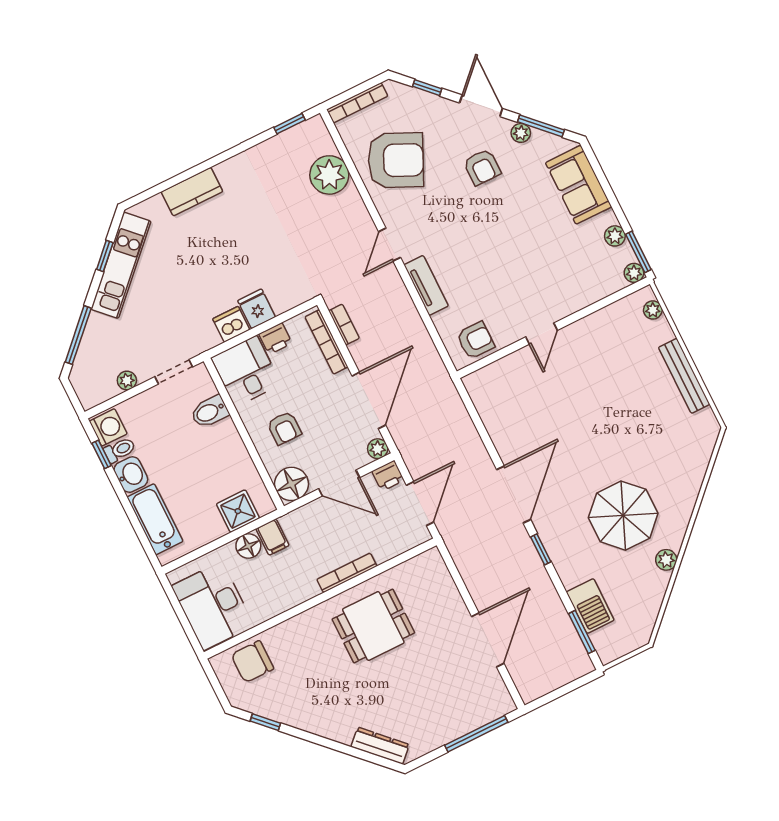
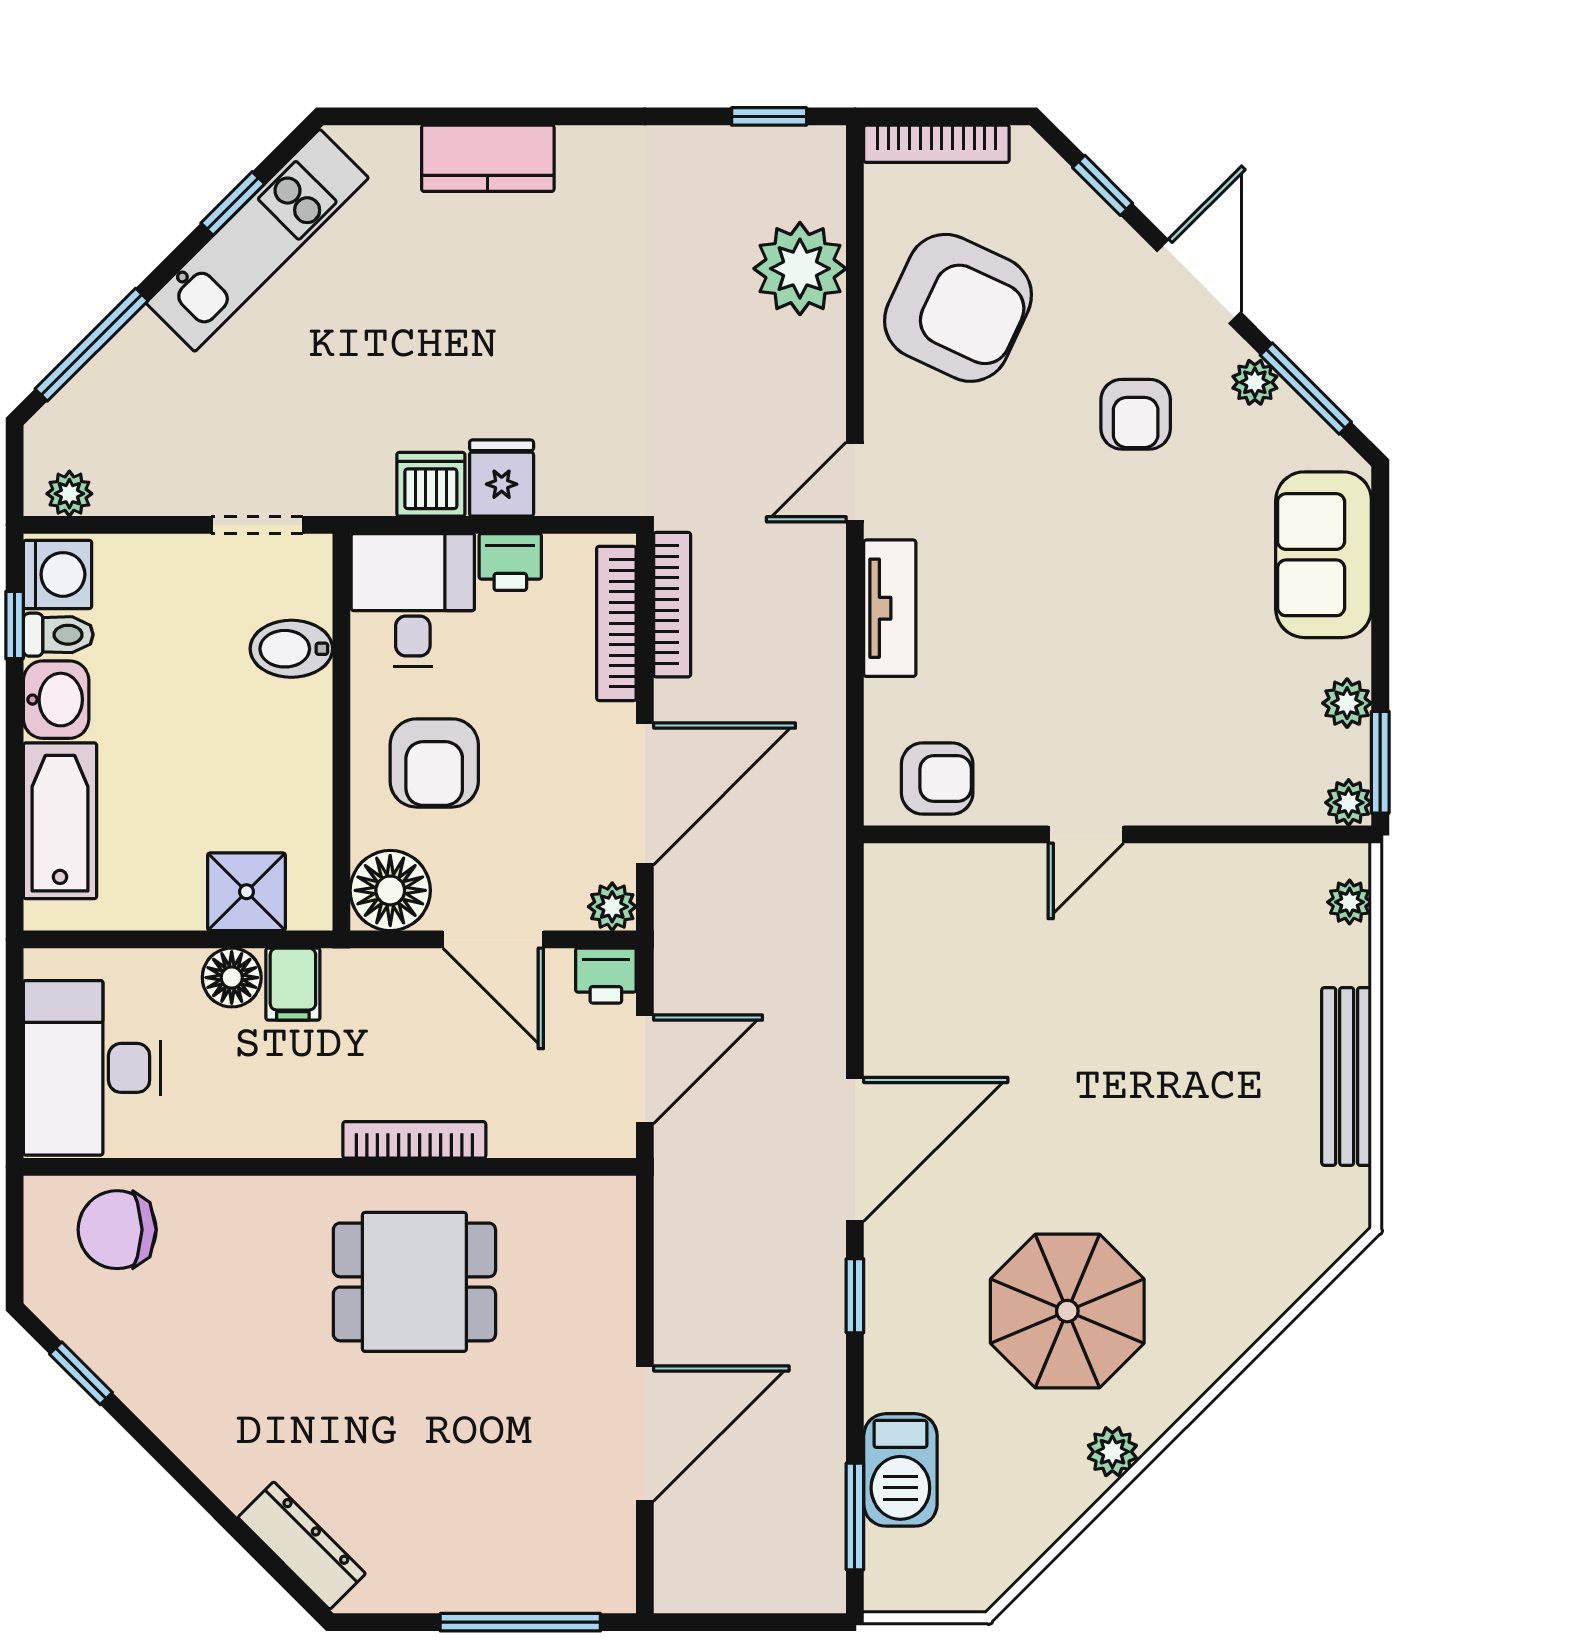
bookcase: (344, 325) -> (672, 605), width x1.56
plant: (127, 380) -> (69, 494), moved
armchair: (284, 428) -> (434, 763), width x1.38, depth x1.38

